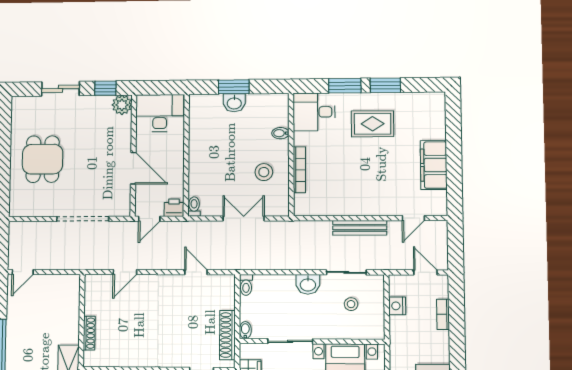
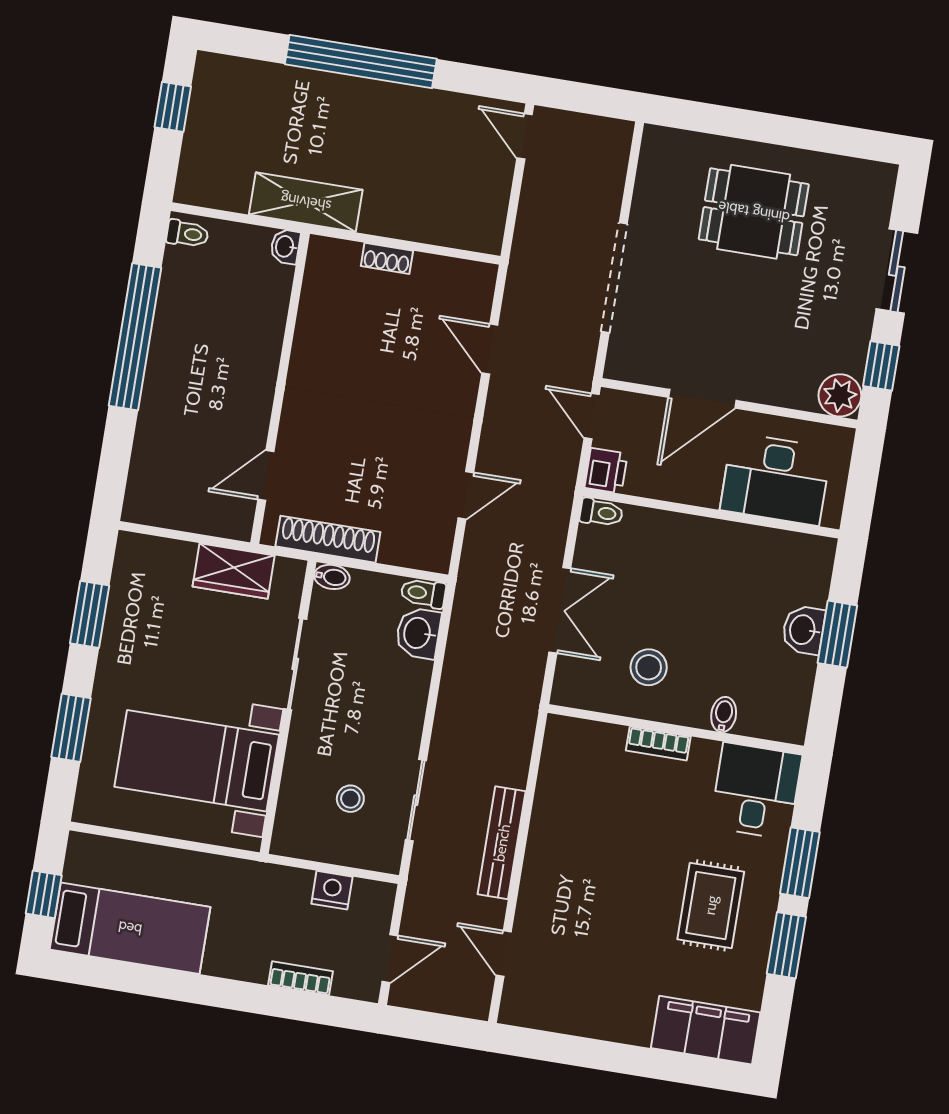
desk: (160, 113) -> (776, 479), moved, turned 90
filing cabinet: (434, 165) -> (706, 1030), moved
bookcase: (299, 170) -> (658, 744), width x0.64
washbasin: (308, 284) -> (418, 633), moved
shoe rack: (89, 333) -> (387, 258), width x0.70

